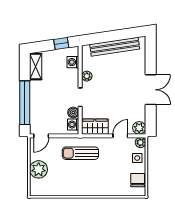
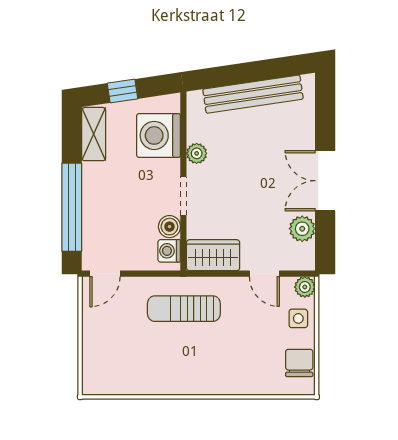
window: (61, 43) -> (122, 91), moved
washing machine: (73, 62) -> (159, 135), width x1.89, depth x1.89
double door: (151, 90) -> (325, 181), swing flipped
plant: (139, 128) -> (302, 229), moved
door: (120, 136) -> (264, 274), swing flipped
plant: (39, 169) -> (100, 341), removed

